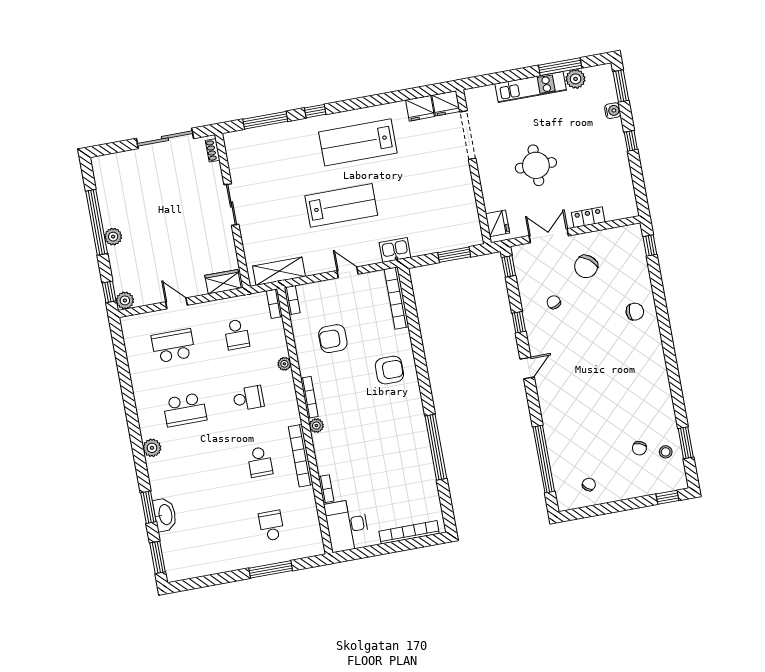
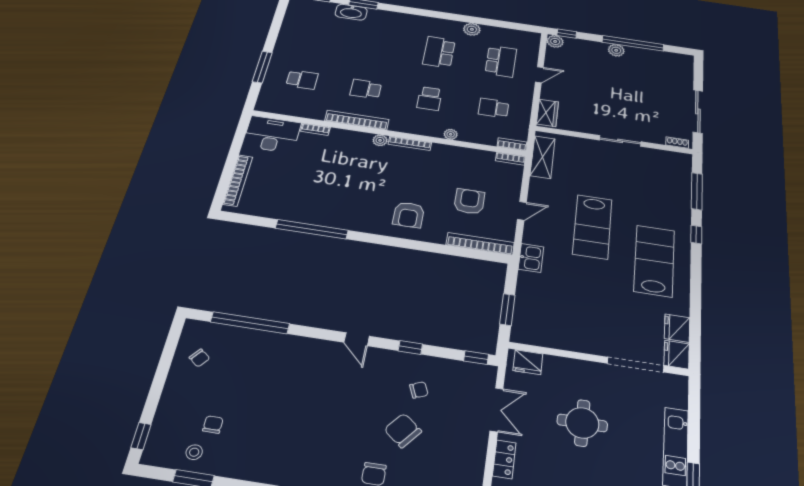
chair: (586, 266) -> (403, 430), moved
armchair: (333, 339) -> (469, 201), moved
plant: (152, 448) -> (472, 29), moved
chair: (639, 448) -> (213, 425), turned 69

